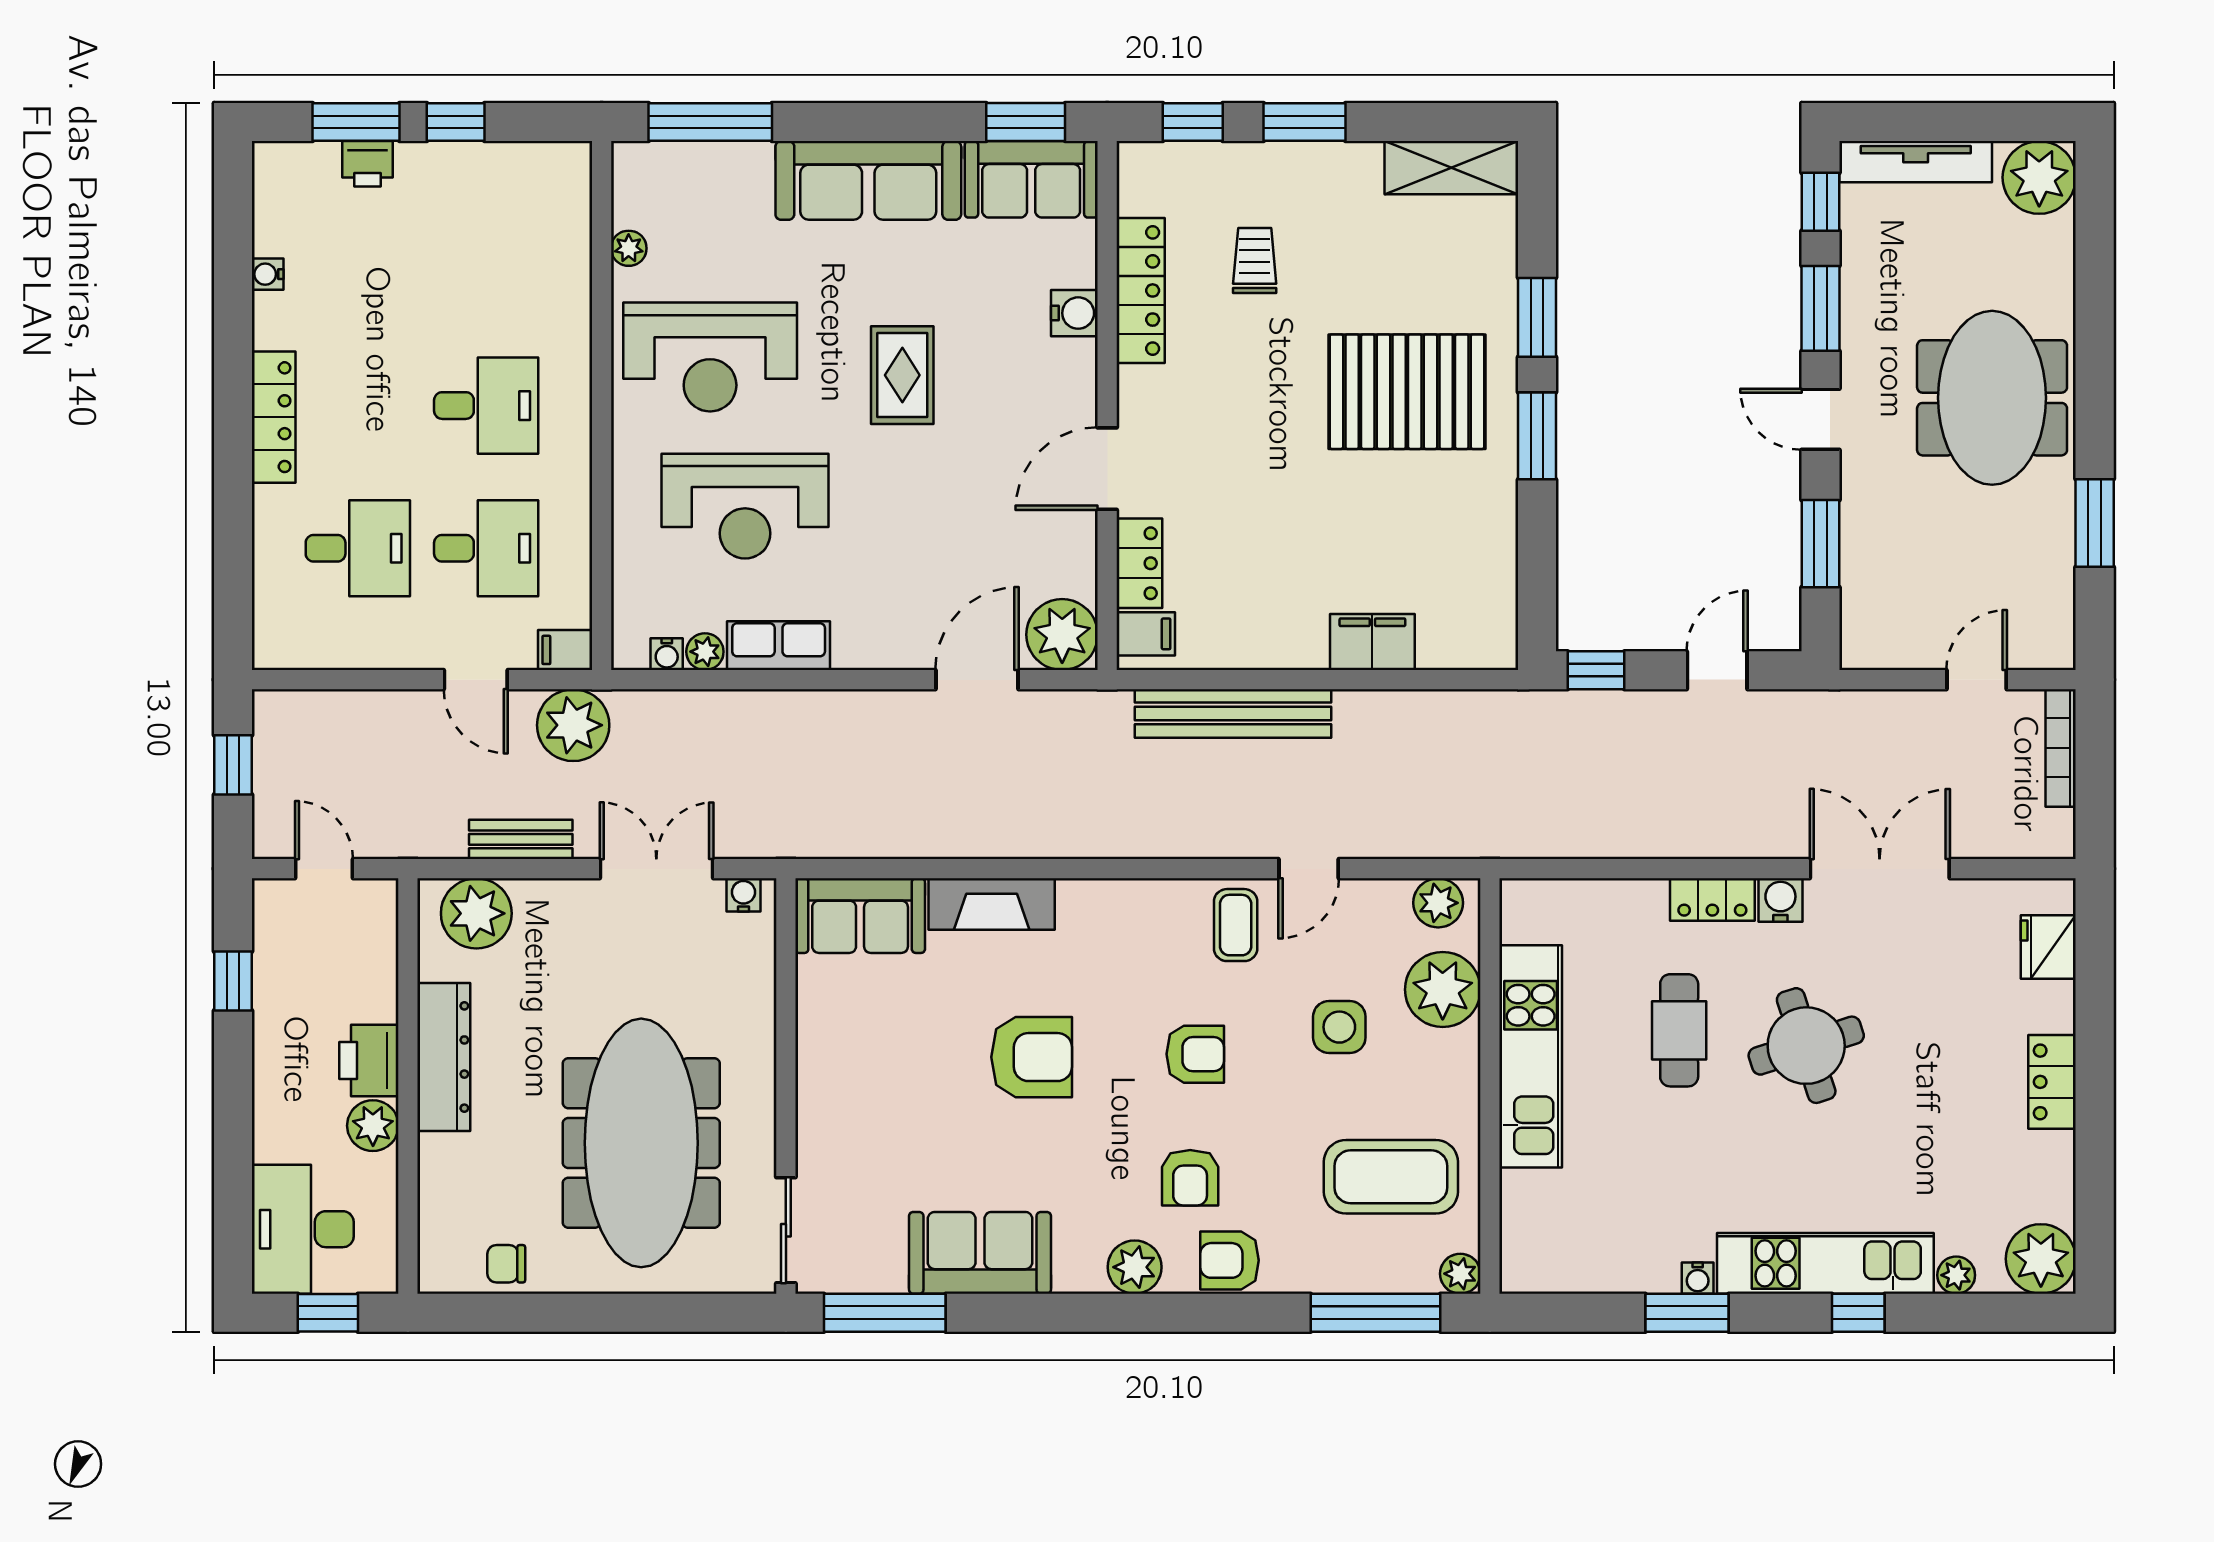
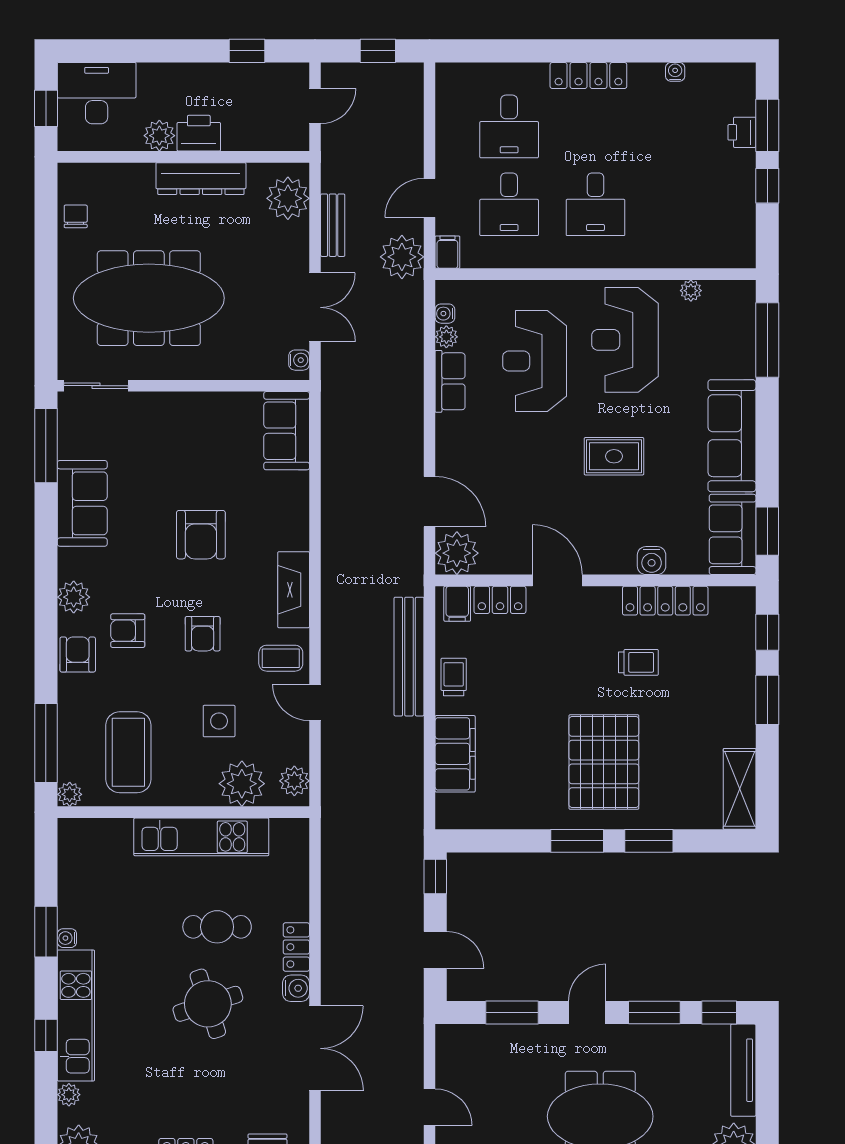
trolley: (1255, 260) -> (638, 662), moved
trolley: (1267, 640) -> (454, 677), added
filing cabinet: (1372, 642) -> (455, 754), width x1.50, depth x1.17
fireplace: (992, 904) -> (294, 590), moved

